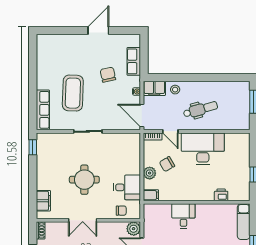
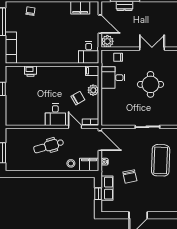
window: (144, 55) -> (98, 194), added
desk: (203, 149) -> (55, 115), width x0.53, depth x0.77
desk: (183, 216) -> (89, 52), moved

